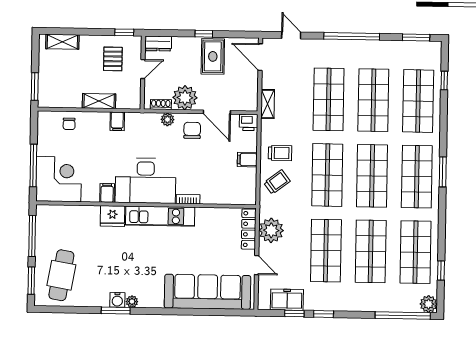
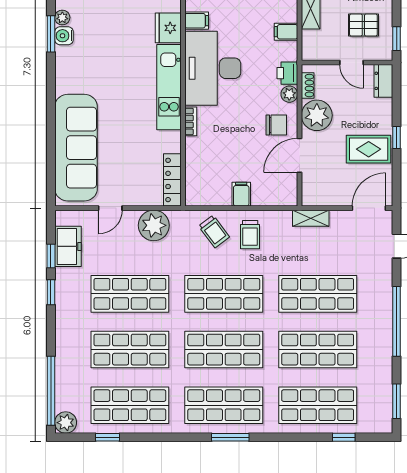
printer: (249, 122) -> (287, 73), moved
locker: (249, 229) -> (172, 180), moved, turned -90
plant: (132, 302) -> (62, 18), moved

